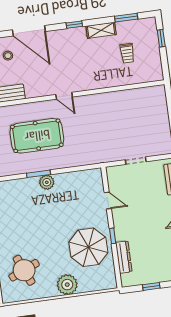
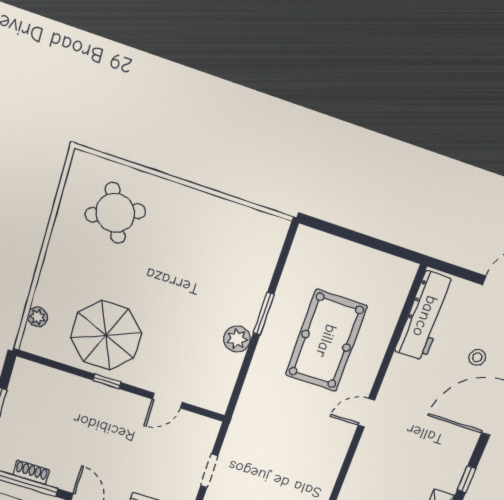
plant: (47, 182) -> (237, 339), moved
dresser: (124, 257) -> (65, 382), removed
plant: (67, 285) -> (38, 317), moved, width x0.53, depth x0.53

